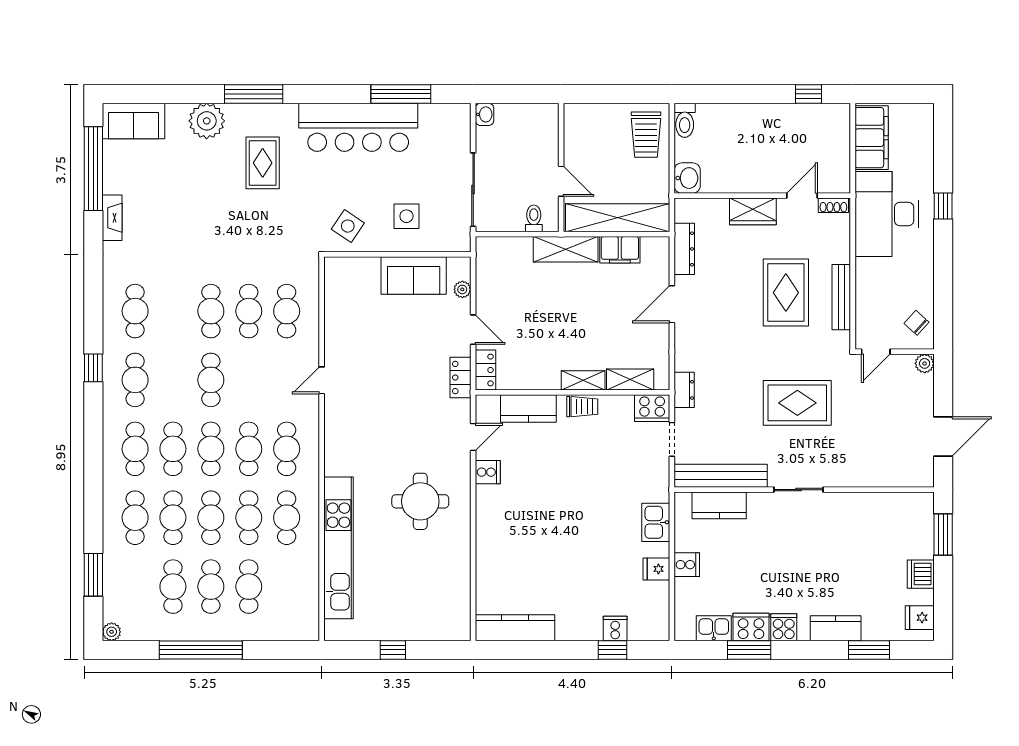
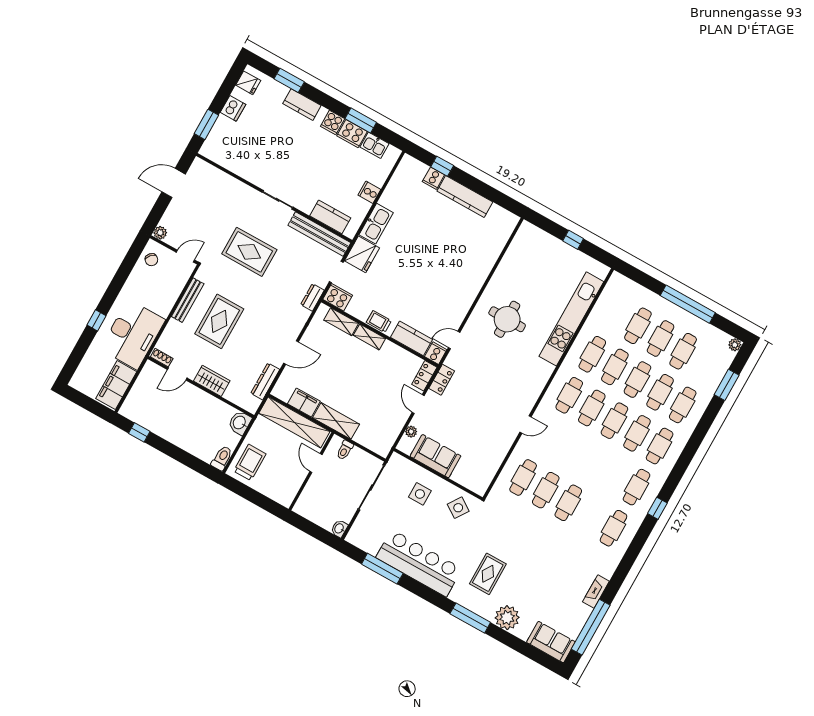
cafe table: (211, 380) -> (591, 462), removed
cooker: (488, 472) -> (436, 353), moved, turned 90
kitchen sink: (656, 522) -> (376, 224), width x1.38
fridge: (656, 569) -> (362, 254), moved, width x1.88, depth x1.34
kitchen counter: (515, 628) -> (465, 196), moved

